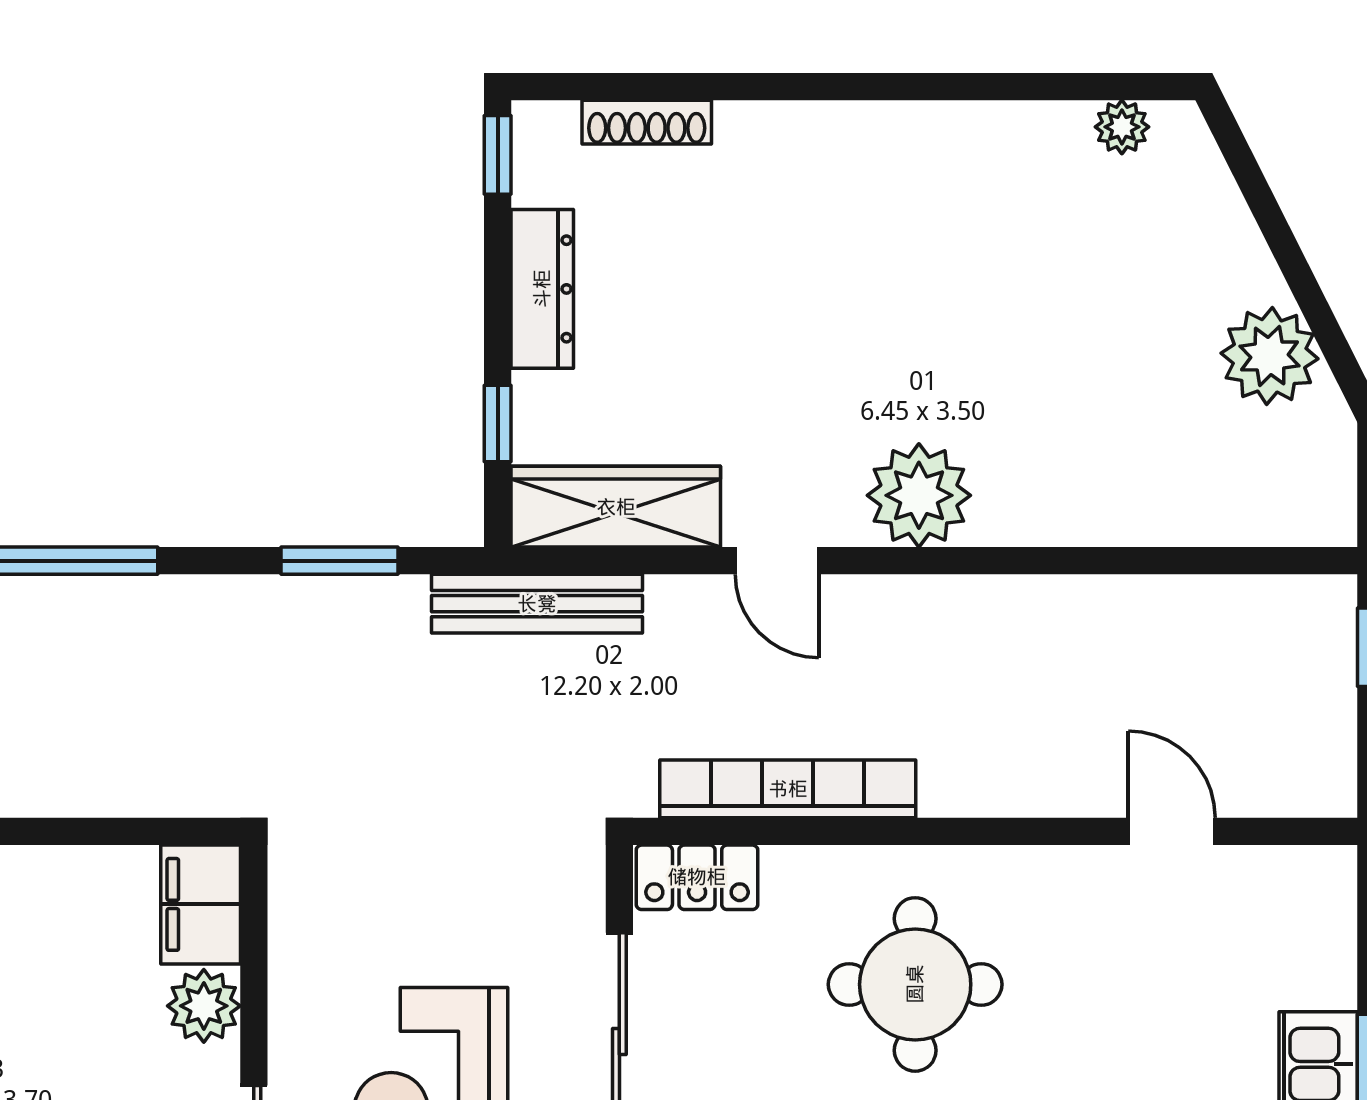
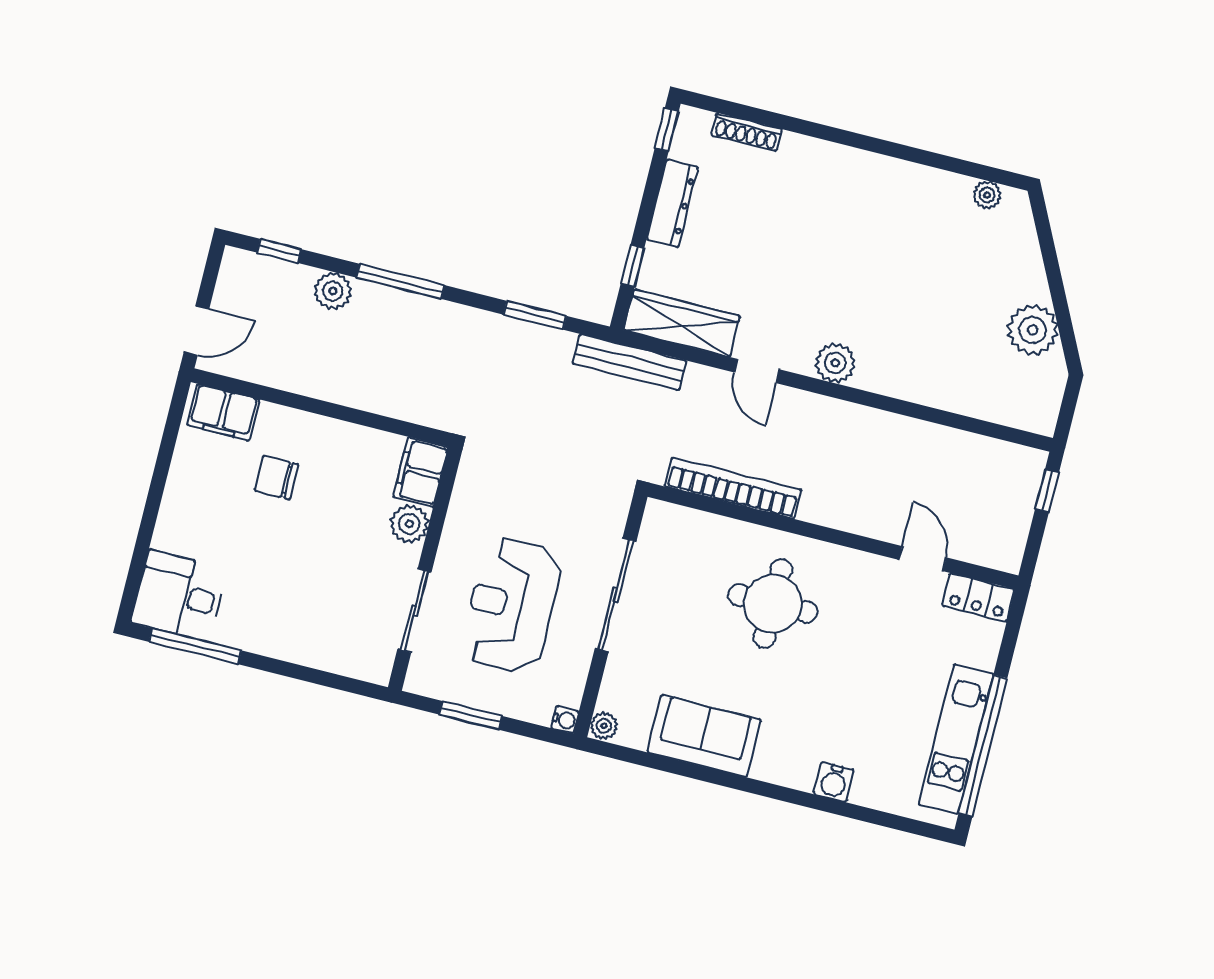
plant: (919, 495) -> (835, 363), width x0.73, depth x0.73
locker: (697, 877) -> (978, 597), moved

